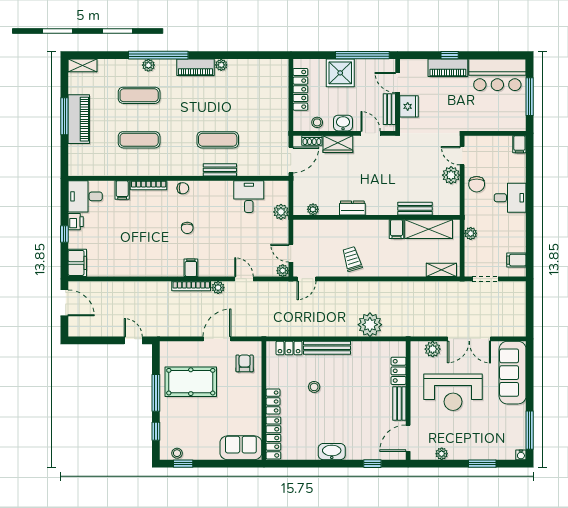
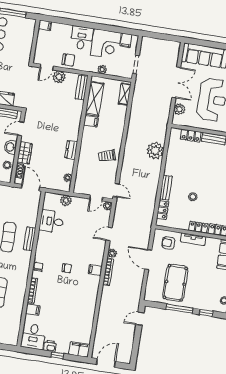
bench: (415, 209) -> (81, 88), moved
corner desk: (507, 233) -> (106, 44), added
bench: (327, 348) -> (166, 188), width x0.73
tv unit: (255, 397) -> (193, 239), added

